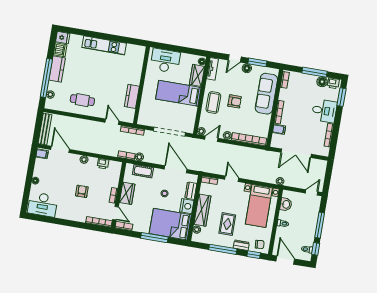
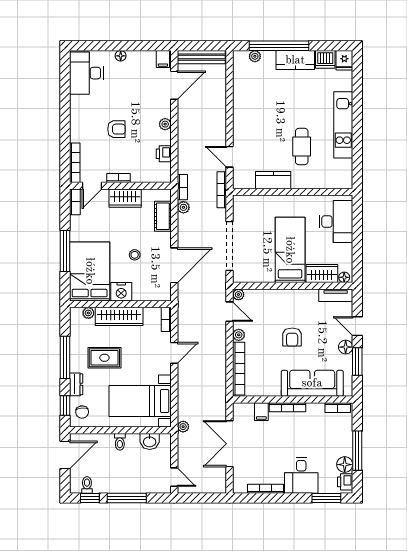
cafe table: (82, 100) -> (302, 146), moved
coffee table: (213, 102) -> (285, 305), removed
door: (112, 122) -> (230, 157), swing flipped
dresser: (191, 191) -> (146, 294), removed

